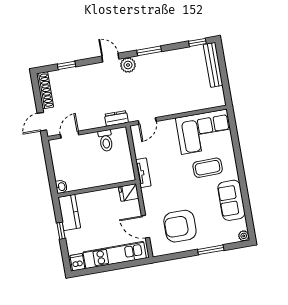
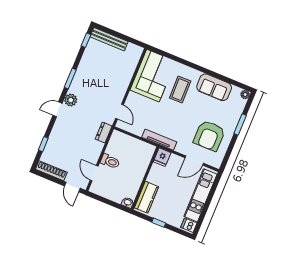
toilet: (106, 141) -> (110, 161), moved
tv unit: (143, 173) -> (159, 140), width x1.41
kitchen counter: (69, 213) -> (146, 197), moved, turned 90

